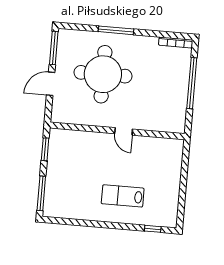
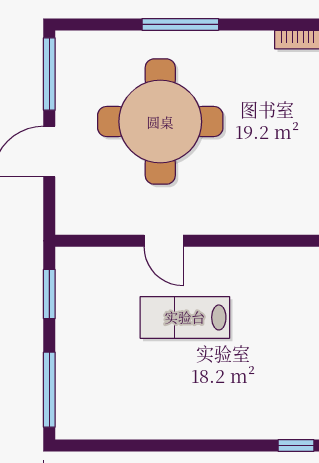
door: (124, 131) -> (164, 241), moved
lab bench: (123, 196) -> (185, 317), moved

